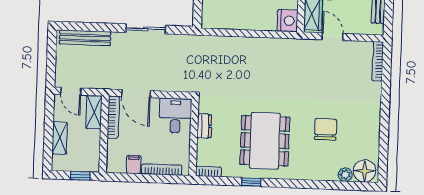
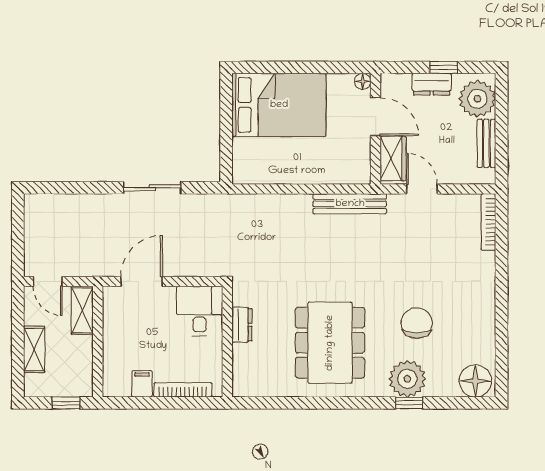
nightstand: (288, 21) -> (356, 168), removed
bench: (85, 38) -> (350, 204), moved
door: (136, 94) -> (142, 281), swing flipped
bookcase: (113, 117) -> (110, 317), removed
bookcase: (208, 171) -> (250, 390), removed
plant: (345, 175) -> (407, 379), moved, width x1.88, depth x1.88
window: (251, 182) -> (409, 403), moved

